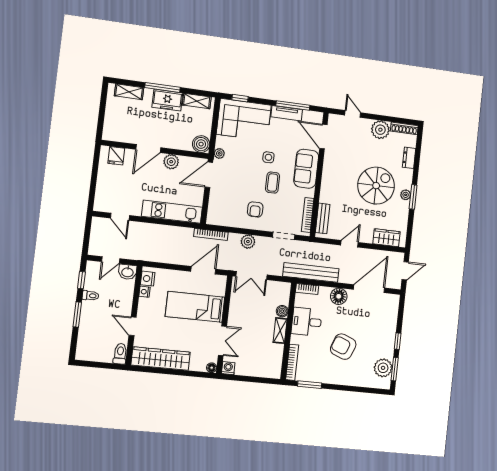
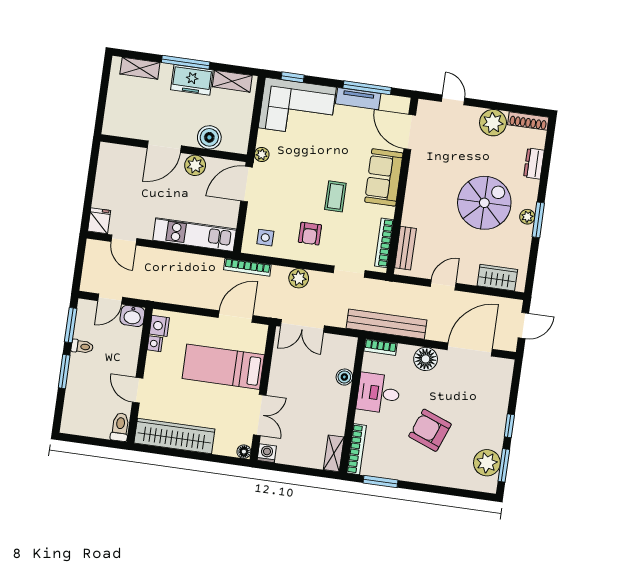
boiler: (201, 144) -> (209, 137), moved
fridge: (116, 156) -> (99, 221), moved, turned 180
side table: (268, 157) -> (265, 238), moved
window: (81, 280) -> (71, 325), width x1.50
shelving: (280, 331) -> (334, 453), moved

